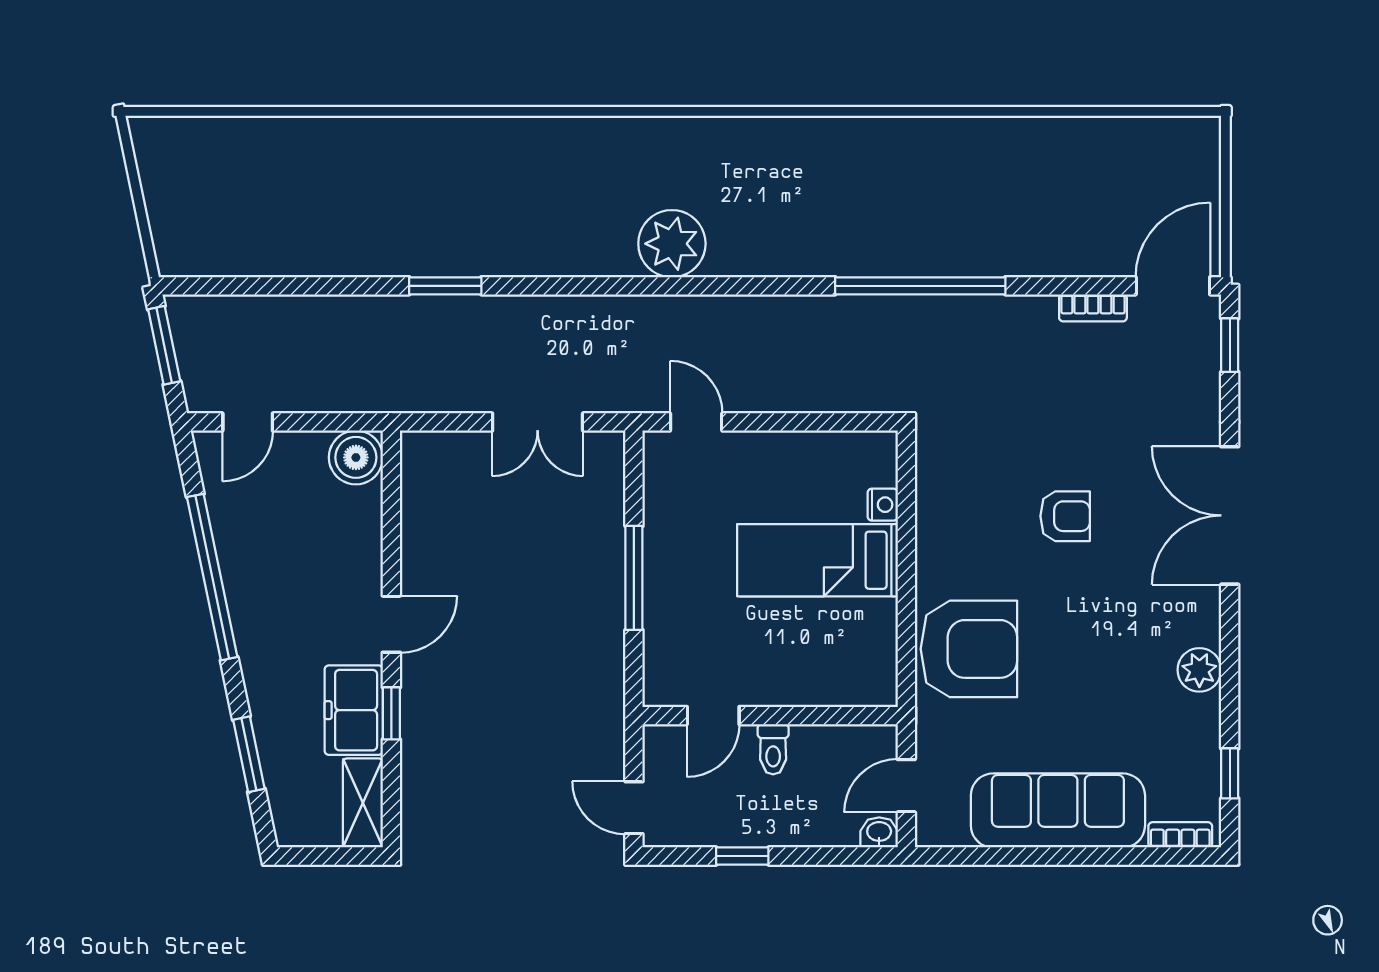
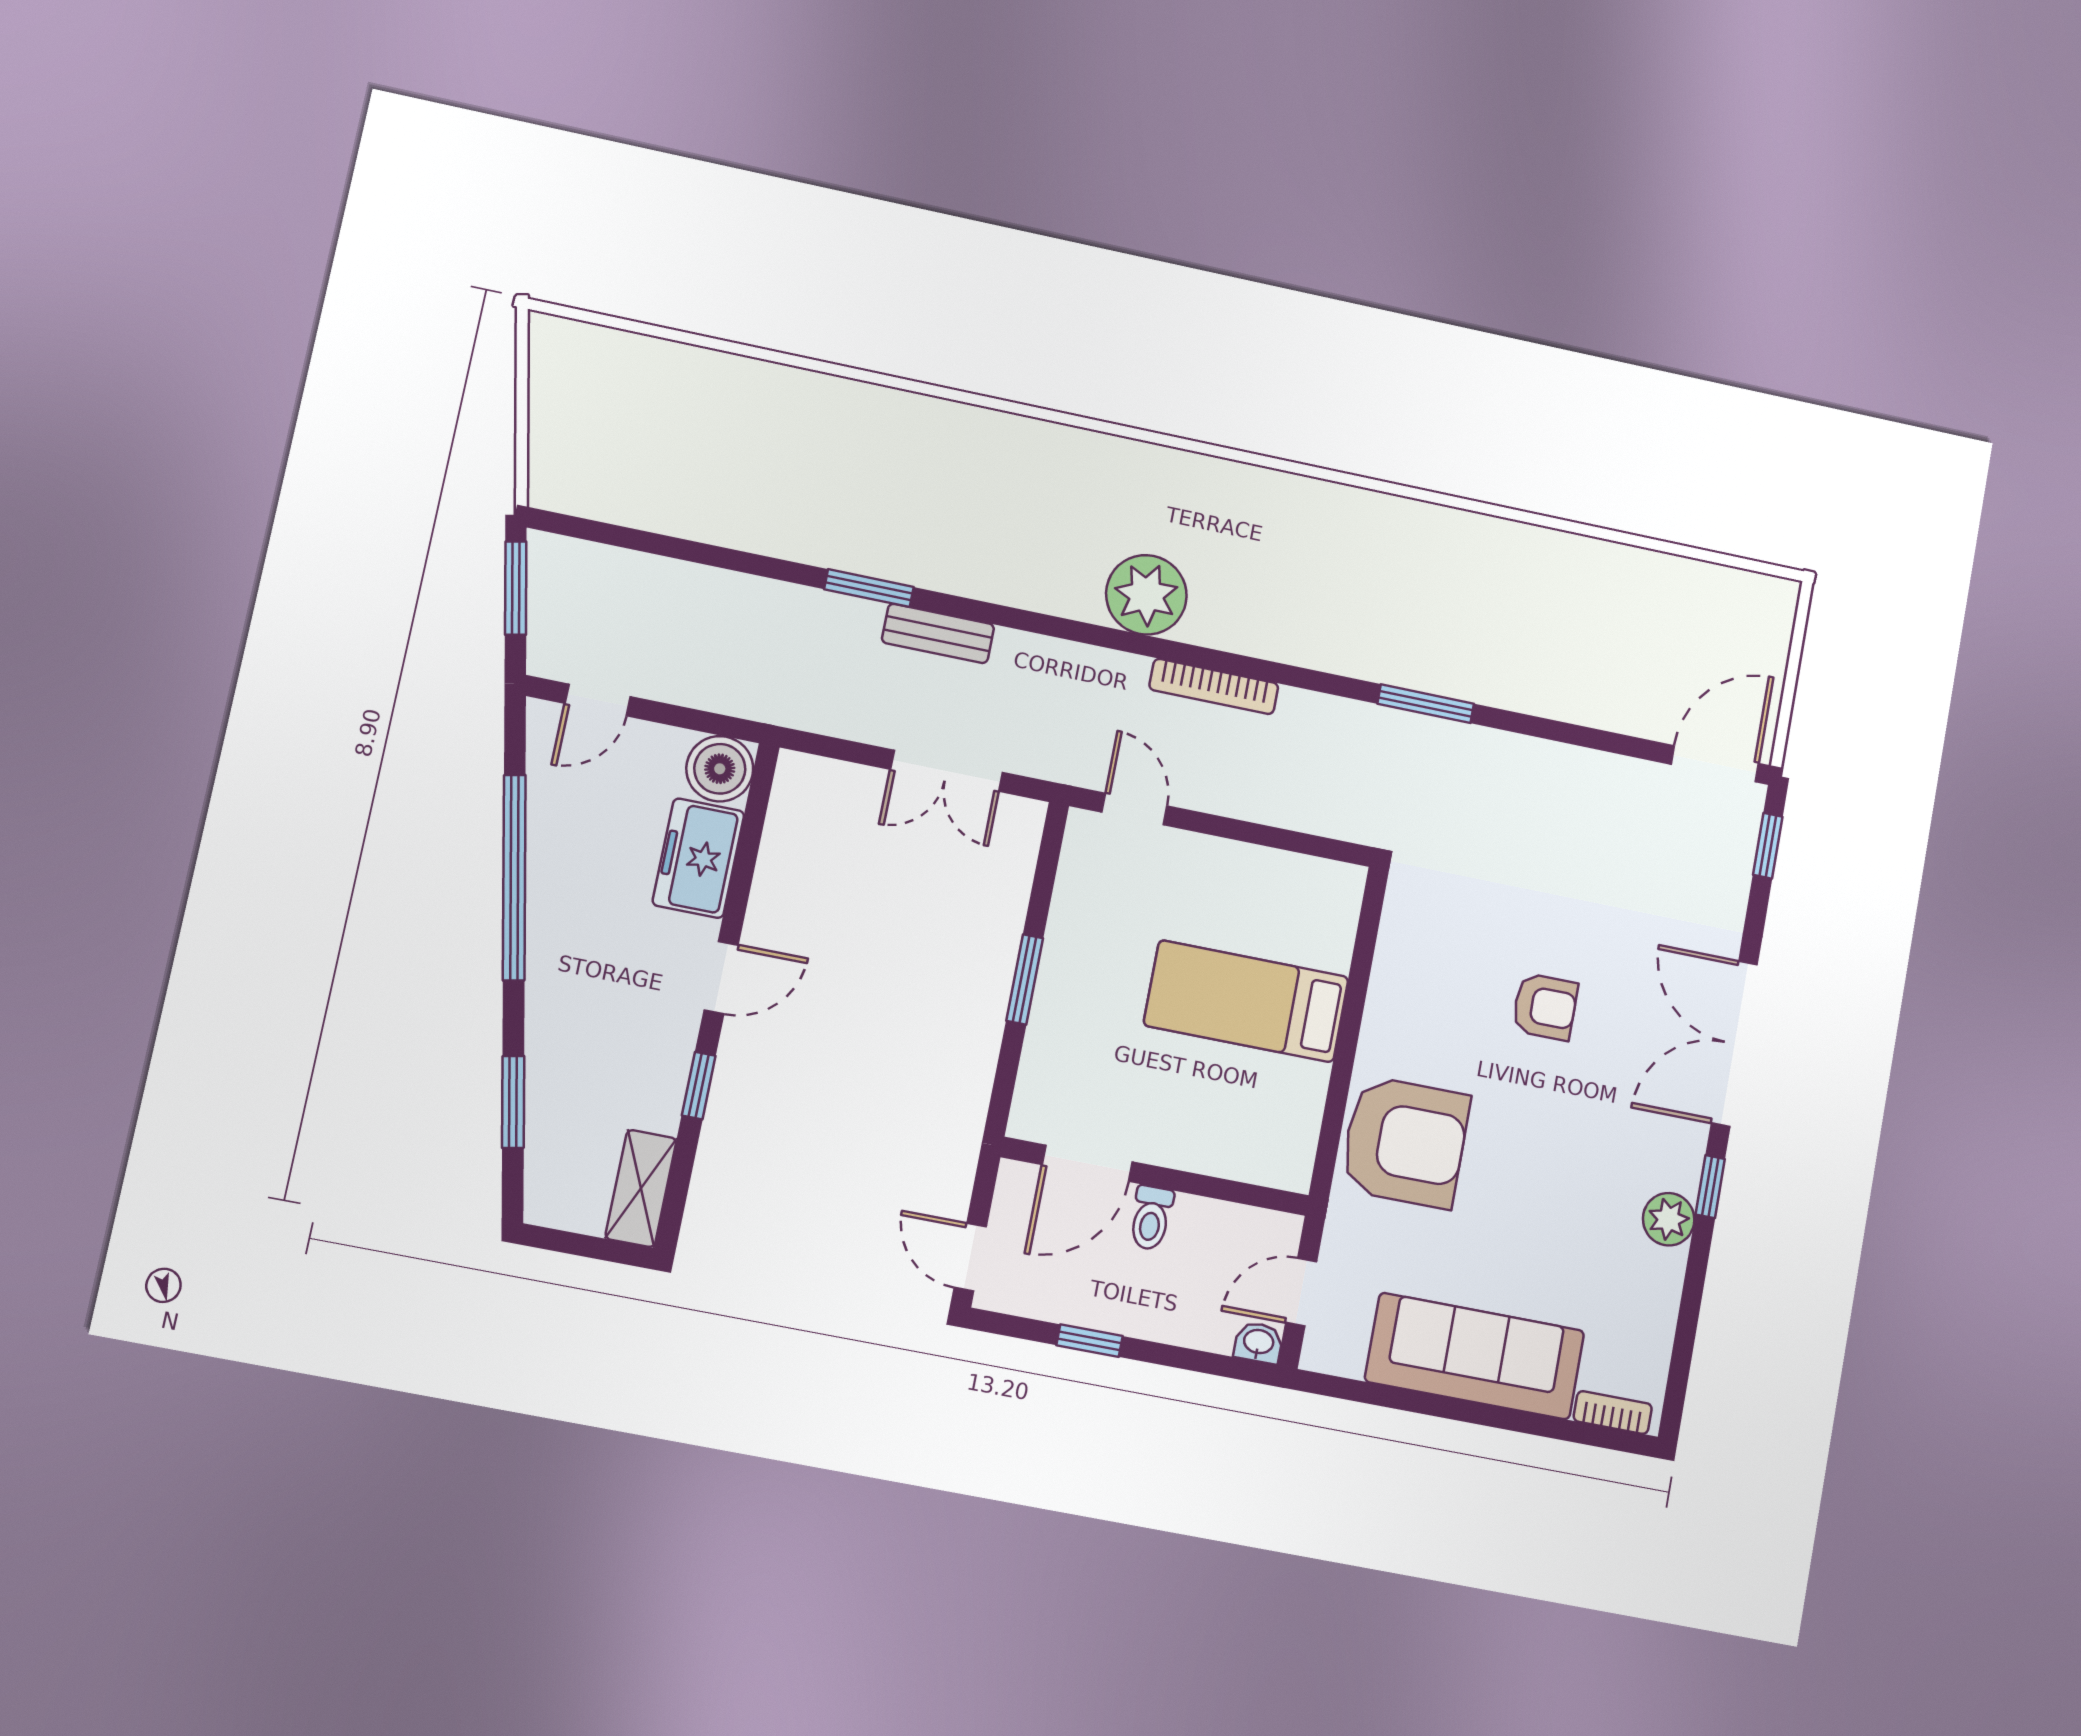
window: (920, 286) -> (1426, 704), width x0.47
bookcase: (1093, 308) -> (1214, 686), moved, width x1.56
bench: (508, 311) -> (938, 633), added
nightstand: (883, 505) -> (1335, 951), removed
window: (634, 578) -> (1025, 979), width x0.69
freezer: (354, 710) -> (698, 858), moved
door: (713, 716) -> (1087, 1163), width x1.38
window: (1230, 773) -> (1710, 1187), moved

